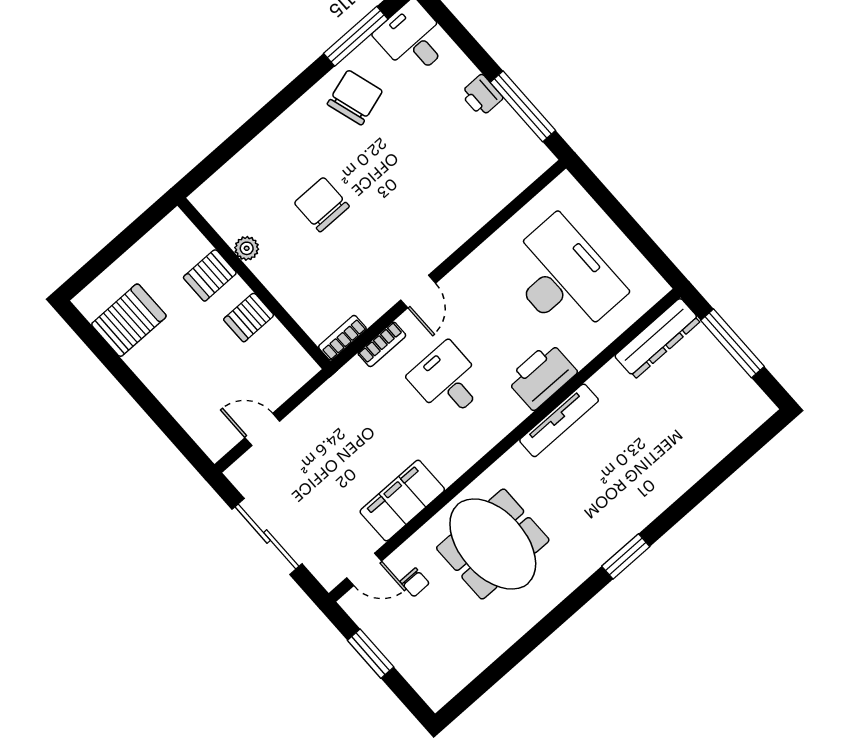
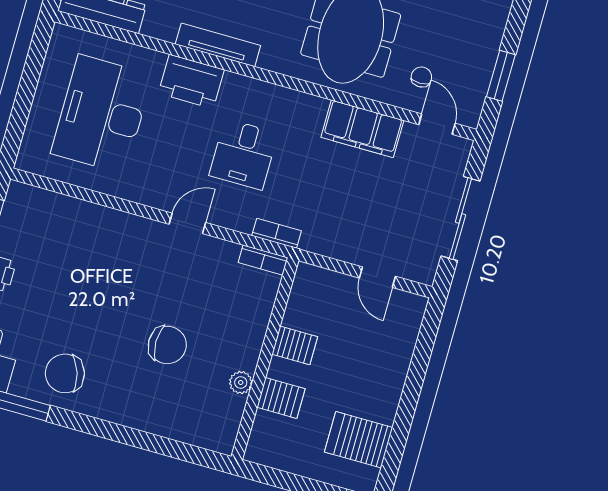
chair: (322, 205) -> (167, 345), turned -90
bookcase: (382, 344) -> (277, 233), moved

